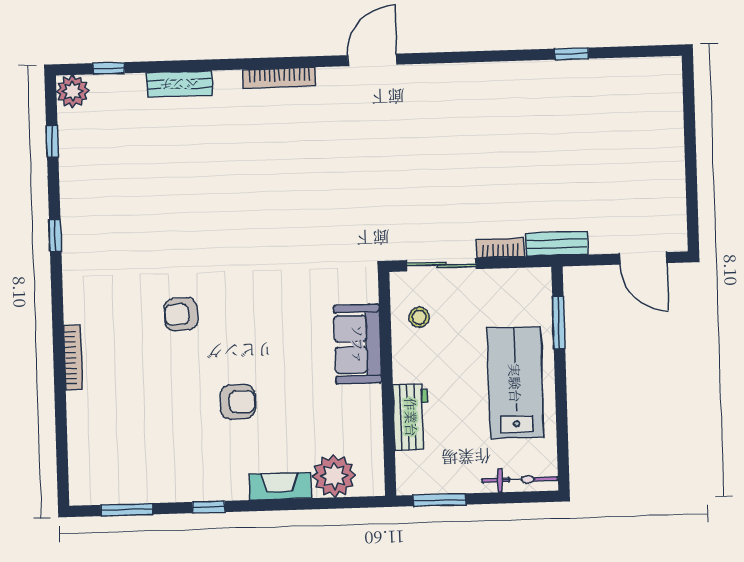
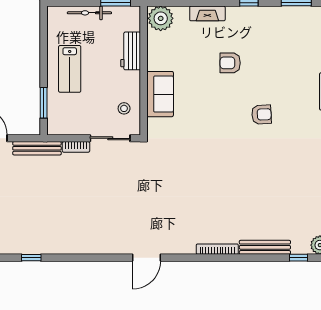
bookcase: (279, 78) -> (217, 249), moved
bench: (179, 84) -> (265, 247), width x1.36
bench: (557, 244) -> (37, 148), width x1.36
lab bench: (515, 383) -> (70, 69), width x0.73, depth x0.72
plant: (334, 476) -> (161, 18), moved
bicycle: (520, 480) -> (89, 13), moved

